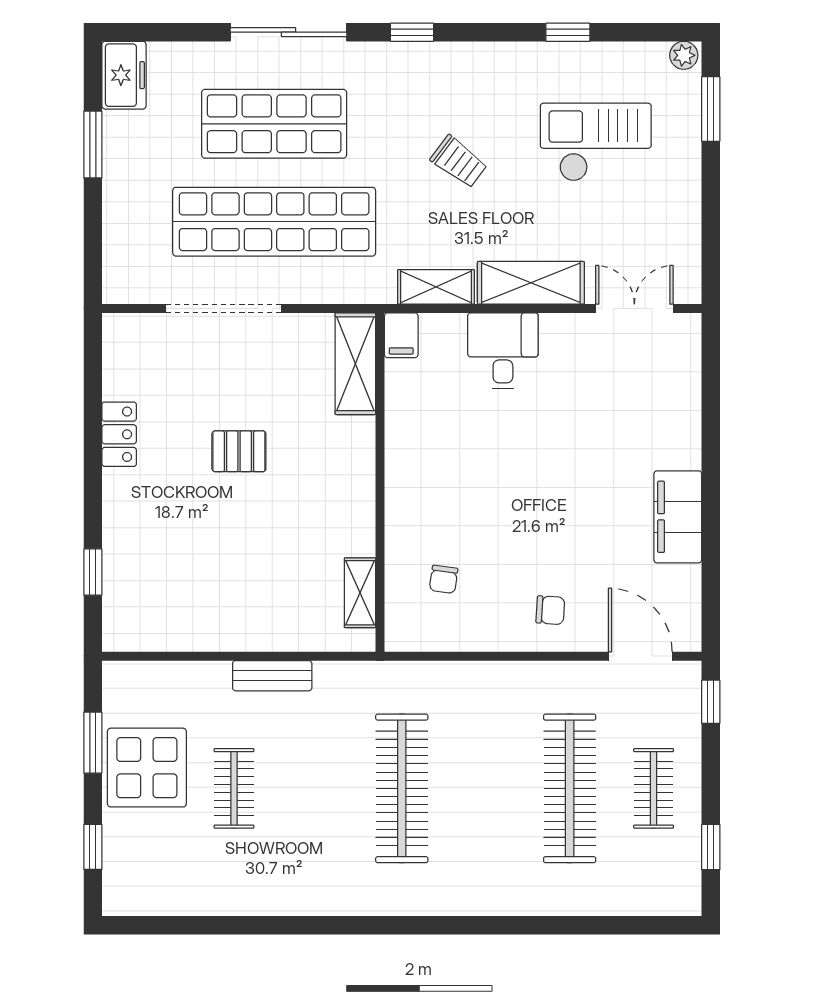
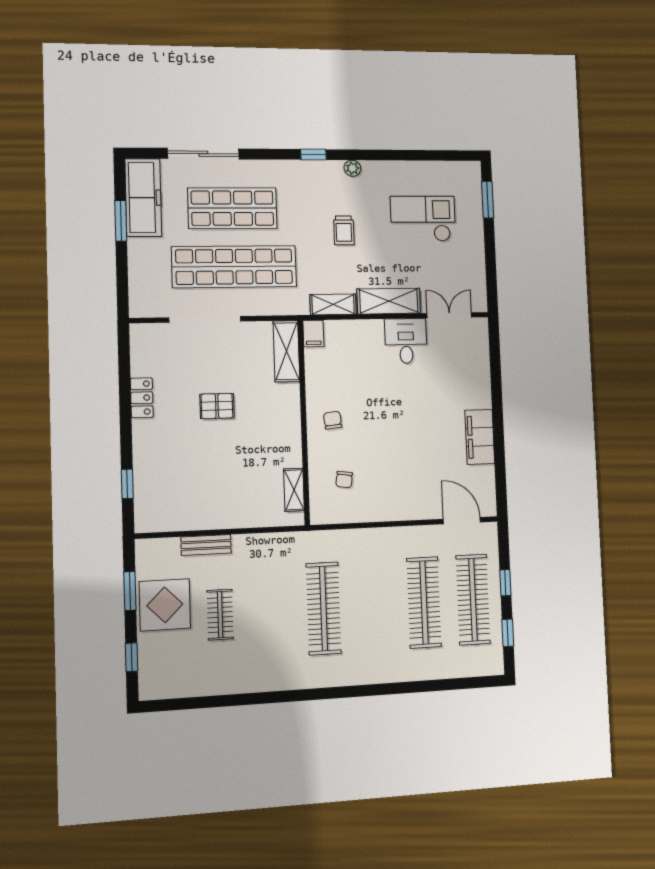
sliding door: (288, 32) -> (203, 154), moved
window: (568, 32) -> (404, 155), removed
plant: (684, 55) -> (352, 168), moved
freezer: (124, 75) -> (143, 198), width x1.91, depth x1.26
trolley: (459, 162) -> (344, 230), turned 53
desk: (503, 351) -> (406, 341), moved
chair: (550, 610) -> (333, 420), moved, turned -100
bench: (272, 676) -> (206, 545), moved
window: (711, 702) -> (505, 583), moved
clothes rail: (654, 788) -> (473, 600), width x1.86, depth x1.31

